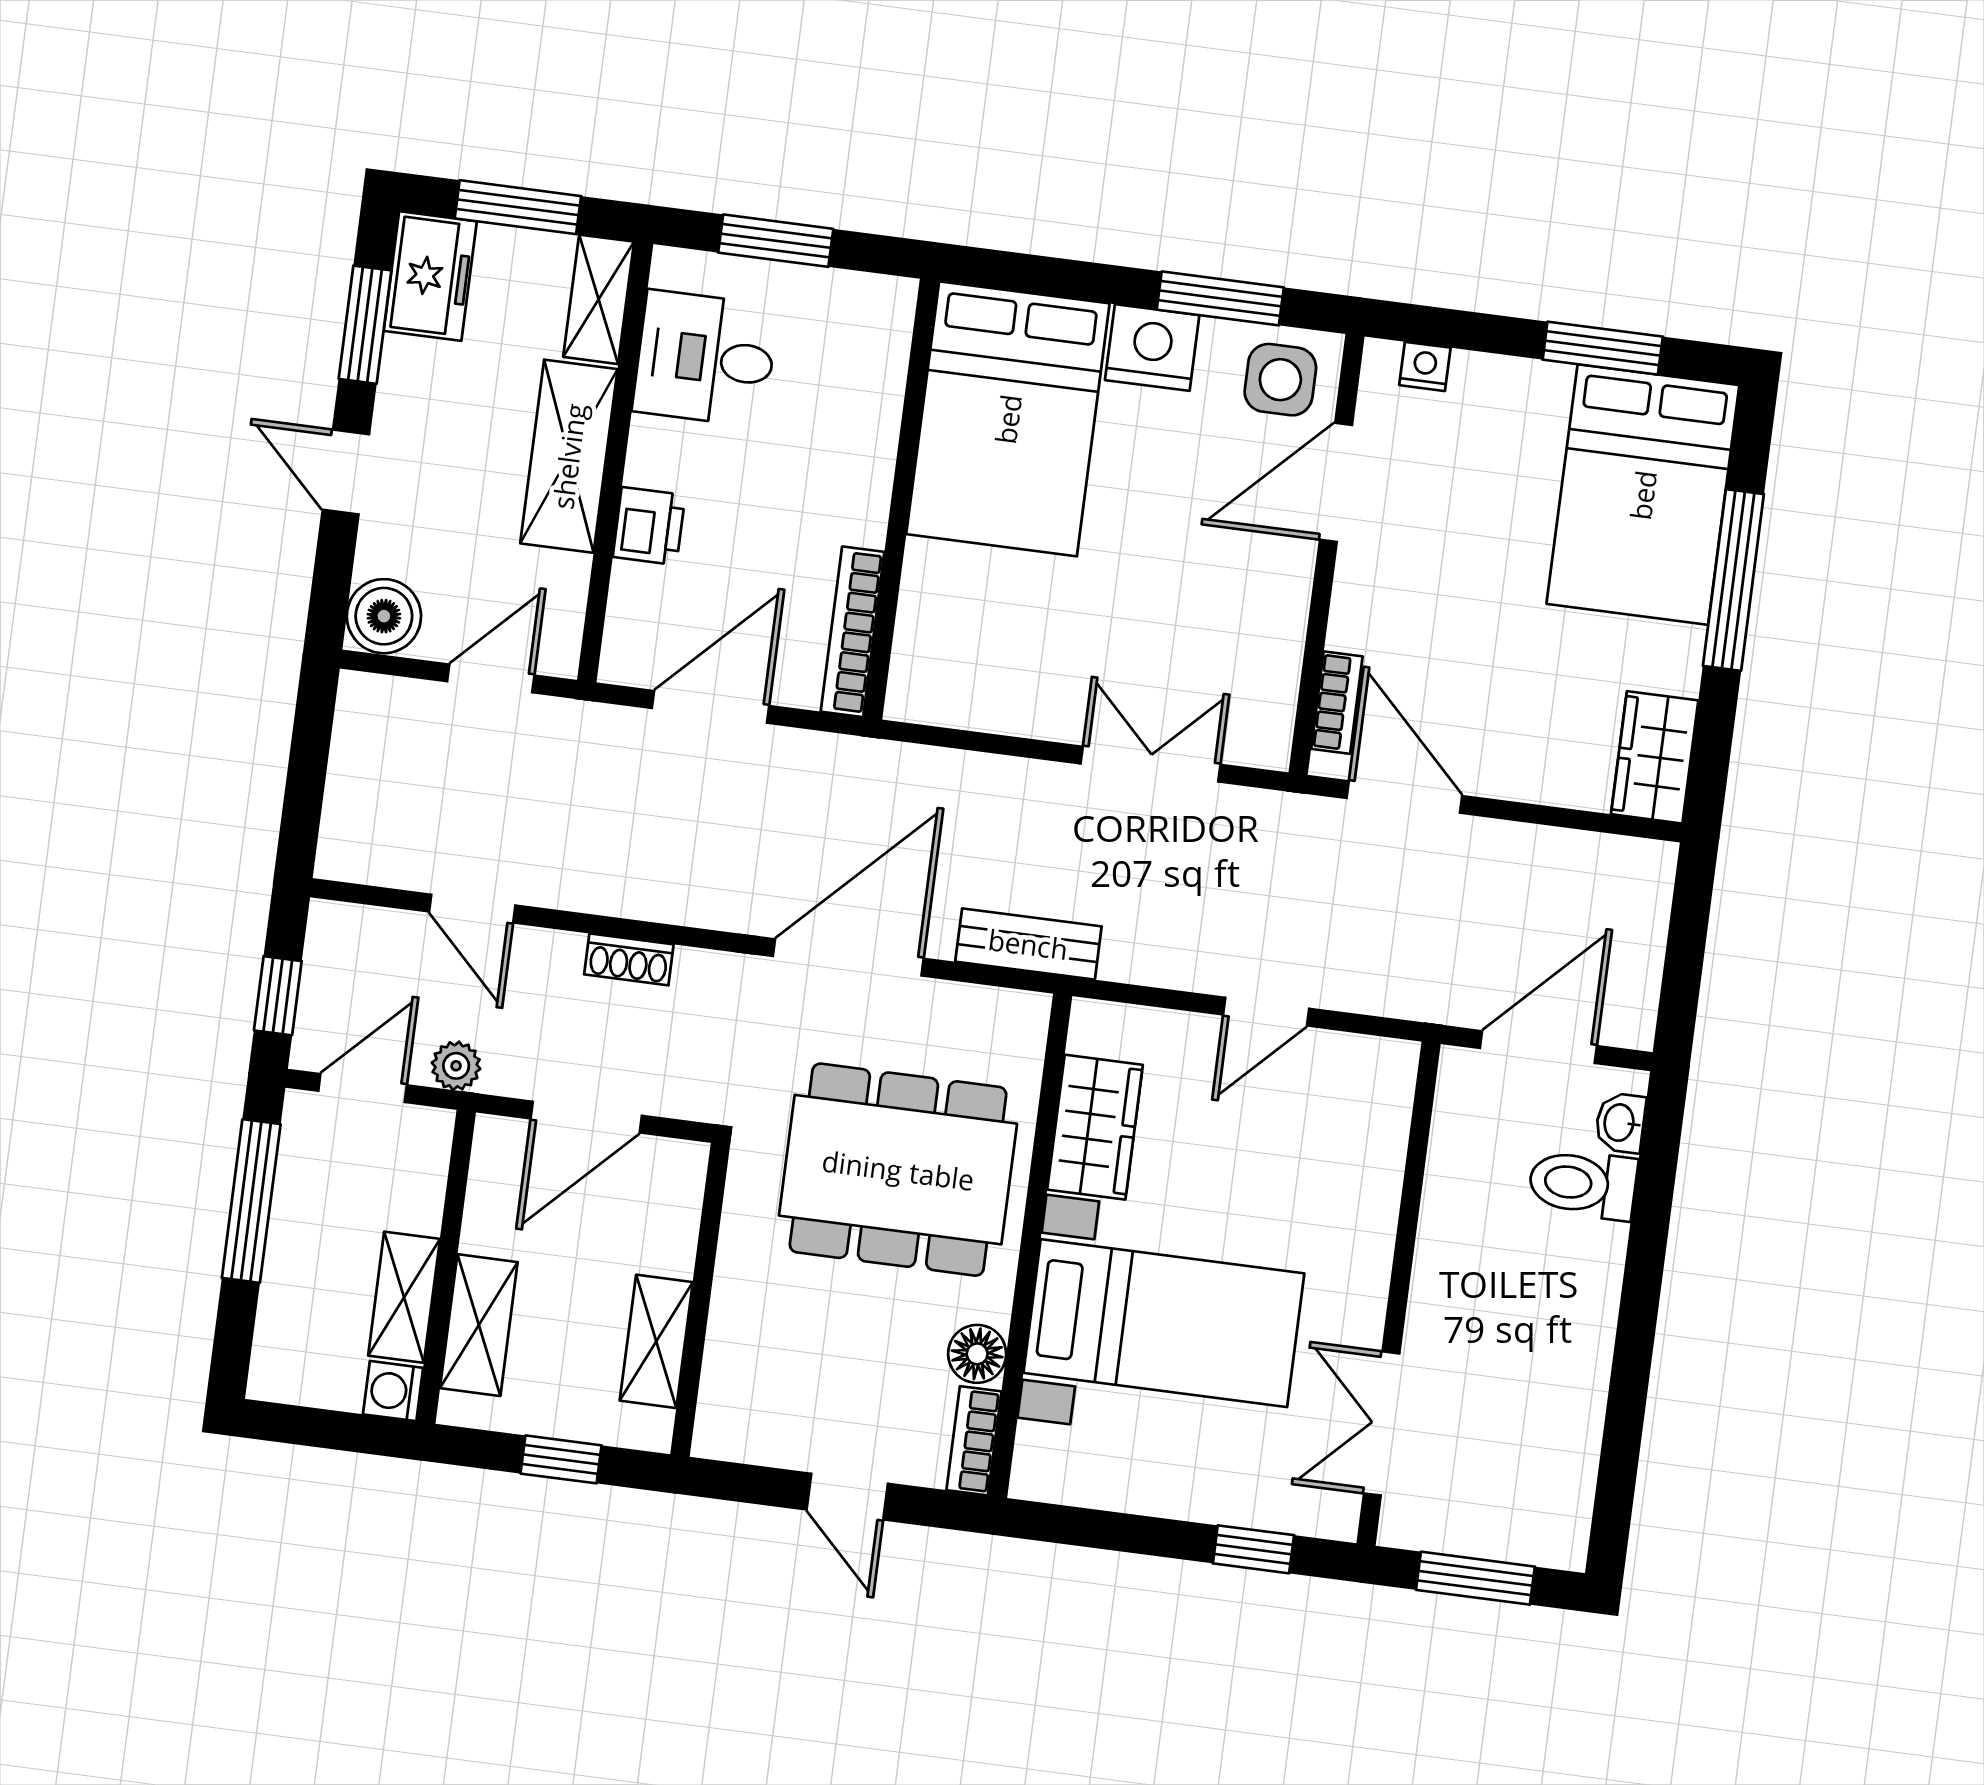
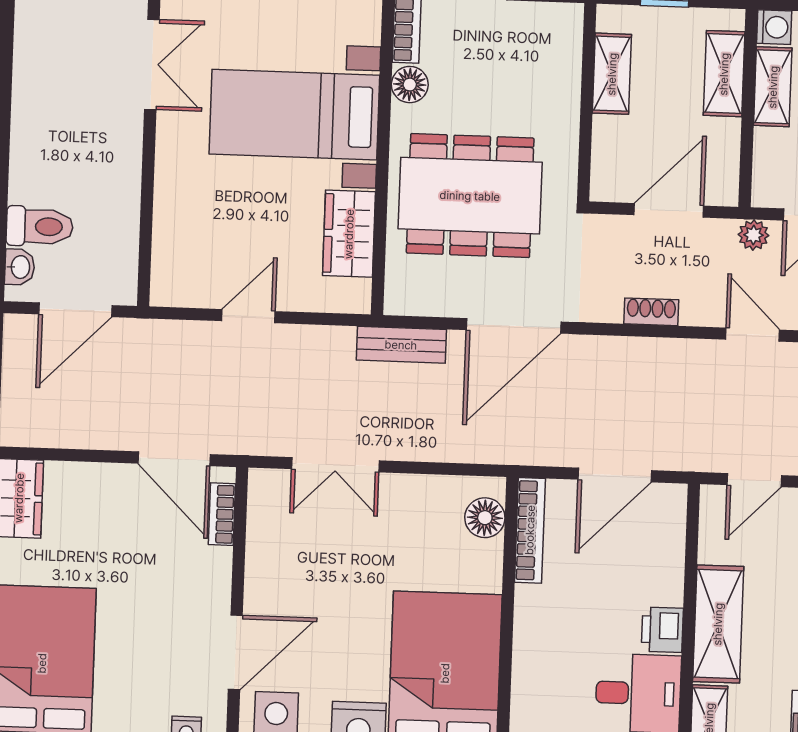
printer: (649, 526) -> (662, 630), moved
floor lamp: (922, 658) -> (485, 518), added

